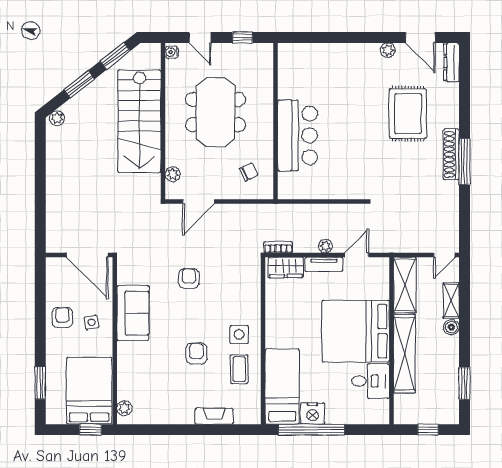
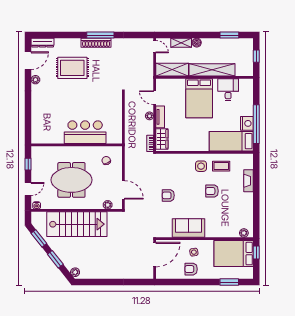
bed: (356, 331) -> (199, 98), width x0.73

